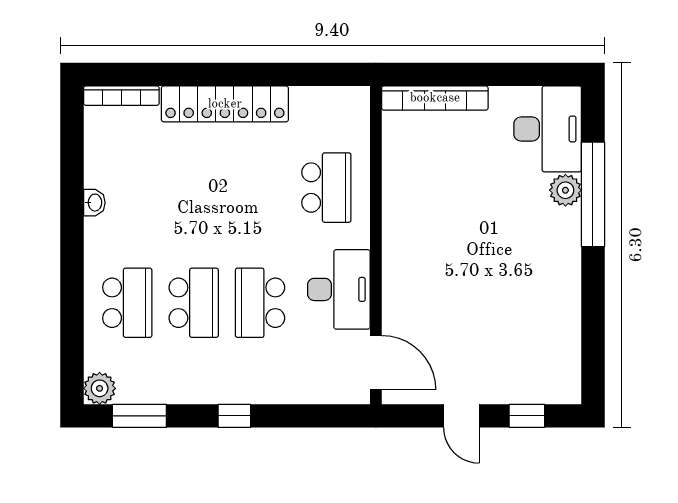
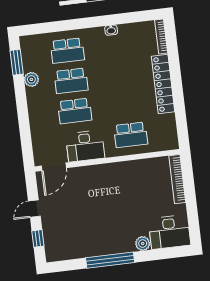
window: (593, 194) -> (110, 260), moved
school desk: (260, 303) -> (75, 111), turned 180
plant: (100, 388) -> (31, 79), moved
window: (234, 416) -> (22, 105), removed

